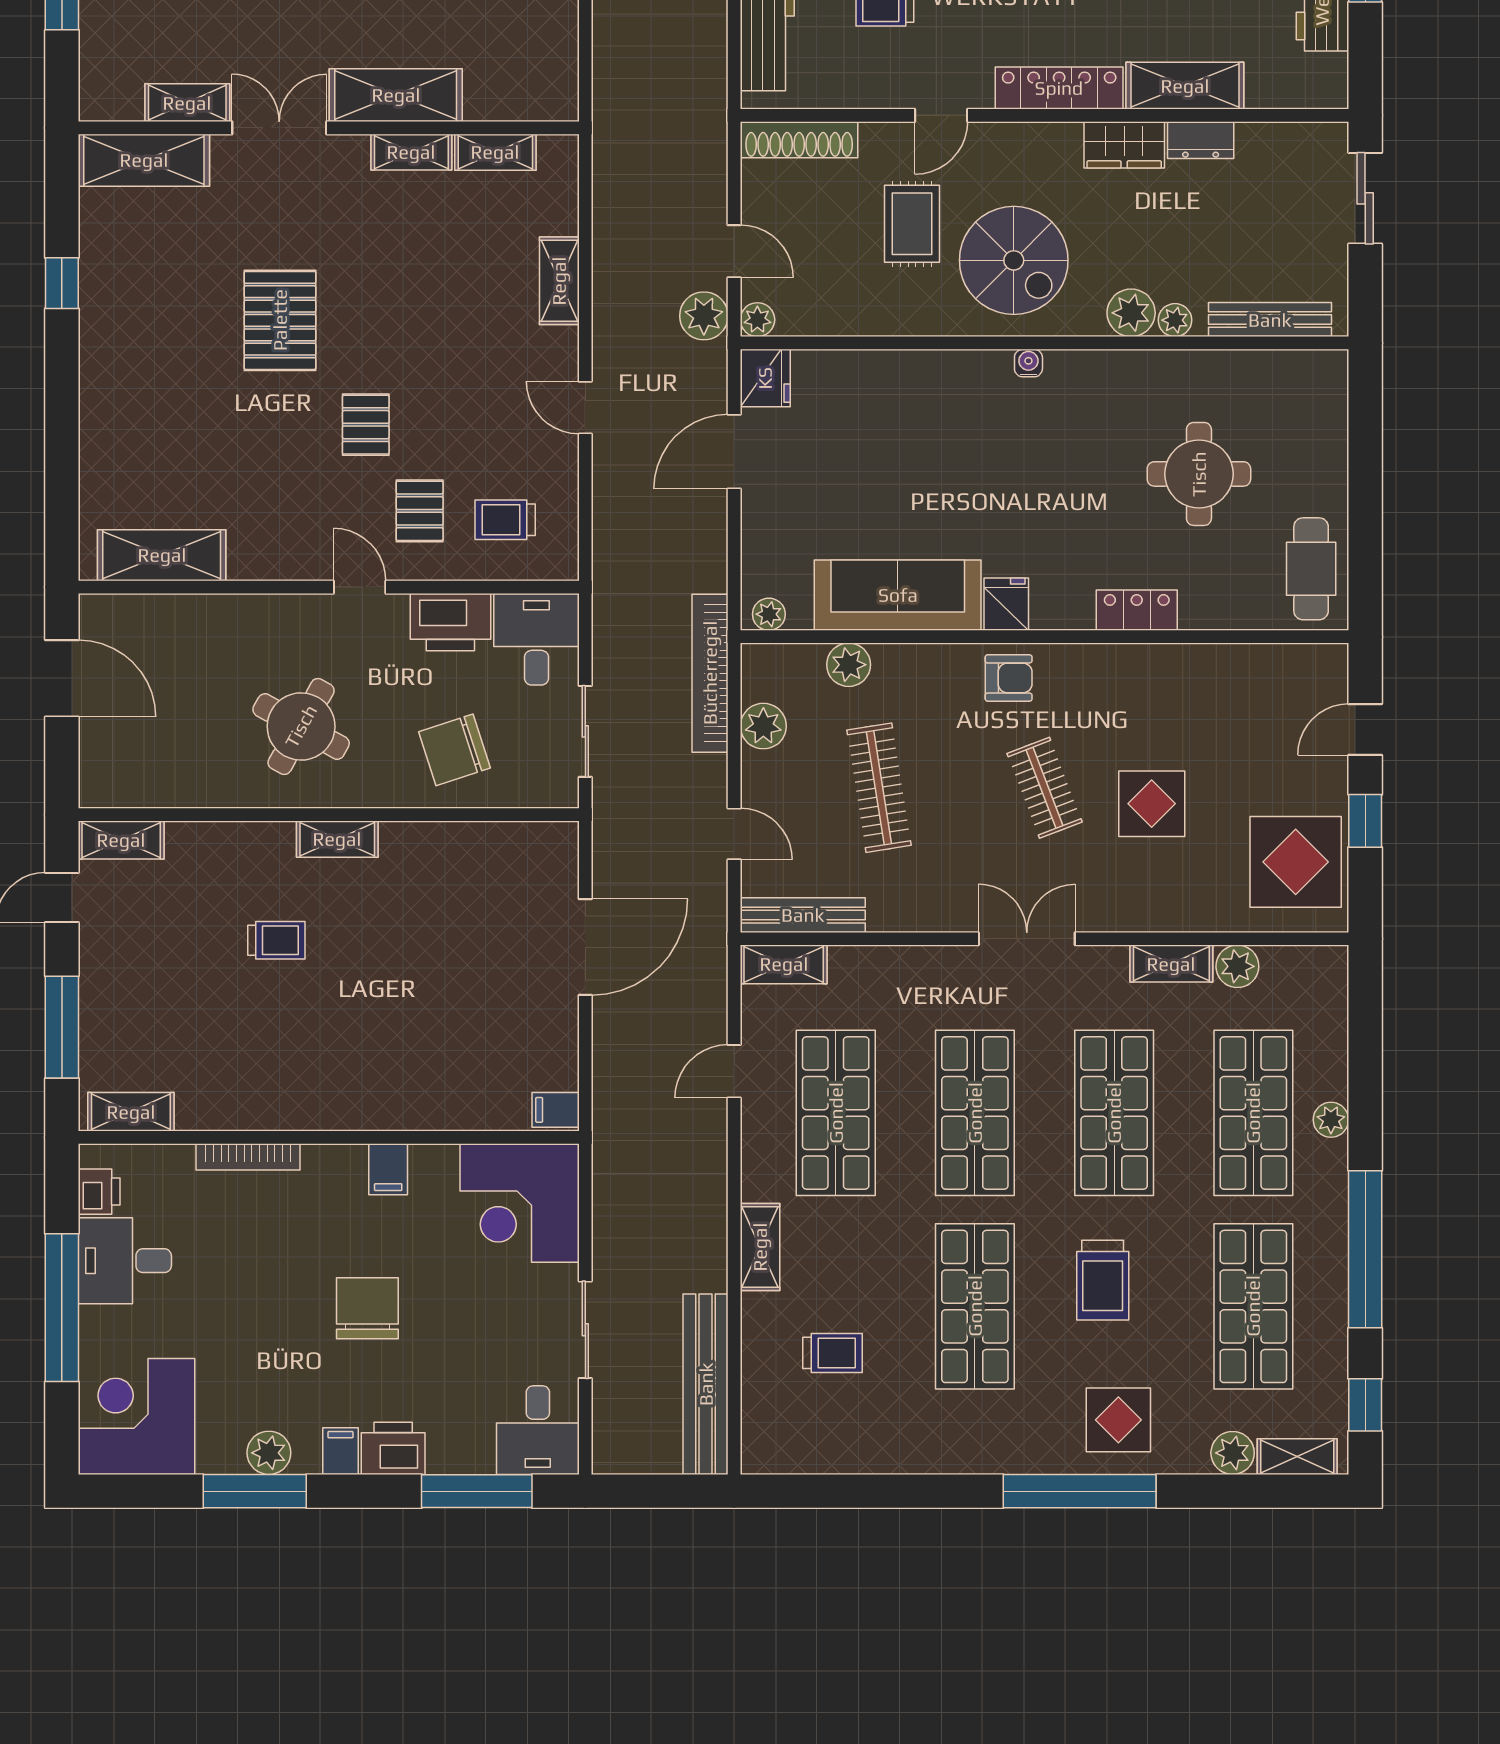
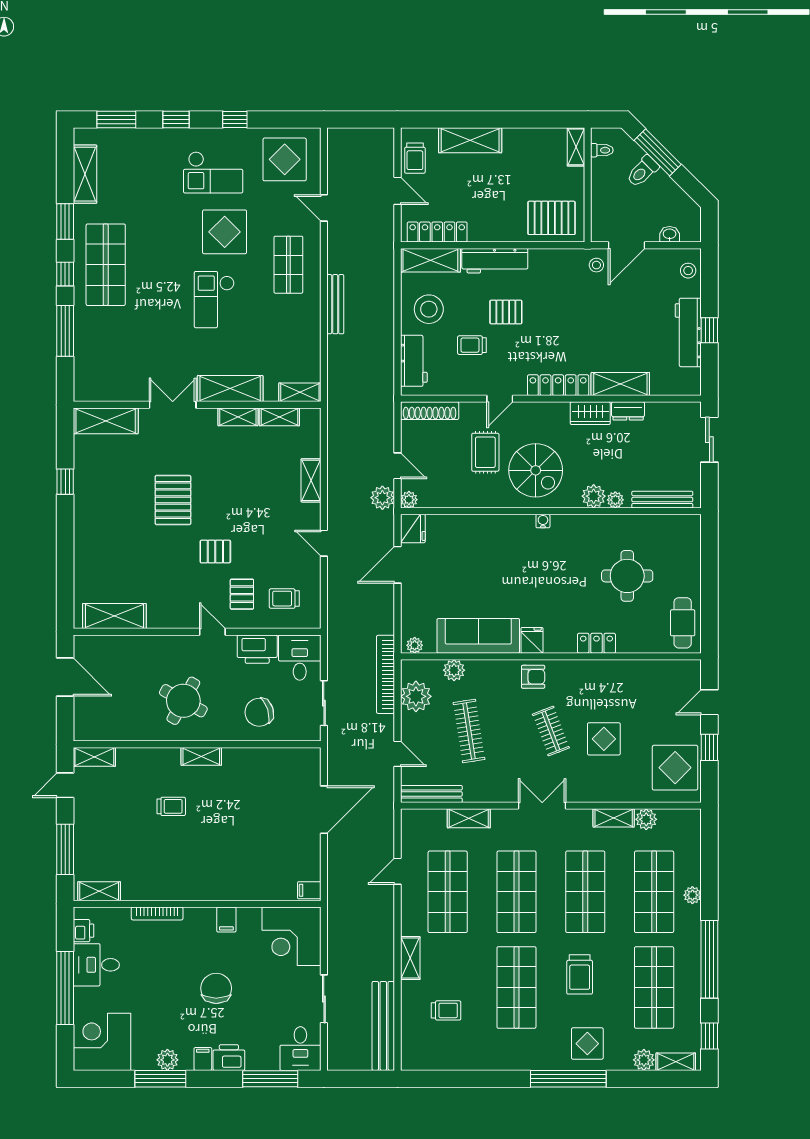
shelving: (187, 103) -> (300, 392), moved
pallet: (366, 425) -> (215, 552), turned 90
plant: (763, 726) -> (416, 696), width x1.36, depth x1.36
shelving: (784, 964) -> (469, 818), moved

